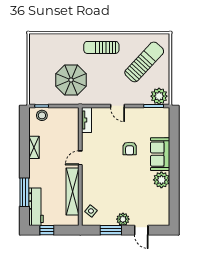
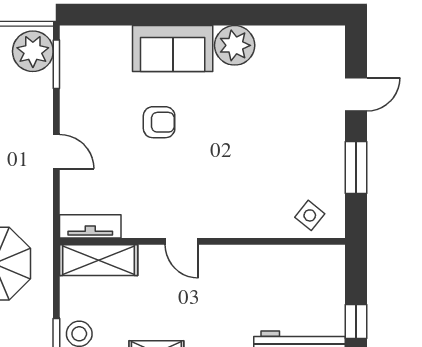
door: (117, 106) -> (56, 152), hinge flipped
shelving: (72, 191) -> (99, 260), moved, width x0.68
plant: (123, 219) -> (330, 138), removed

